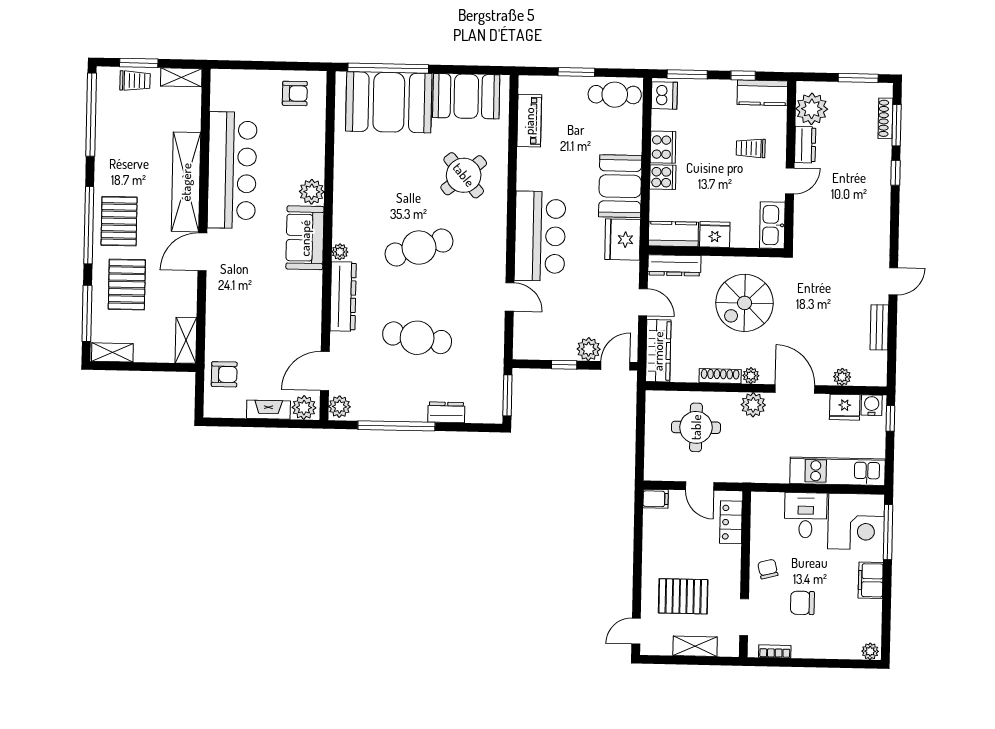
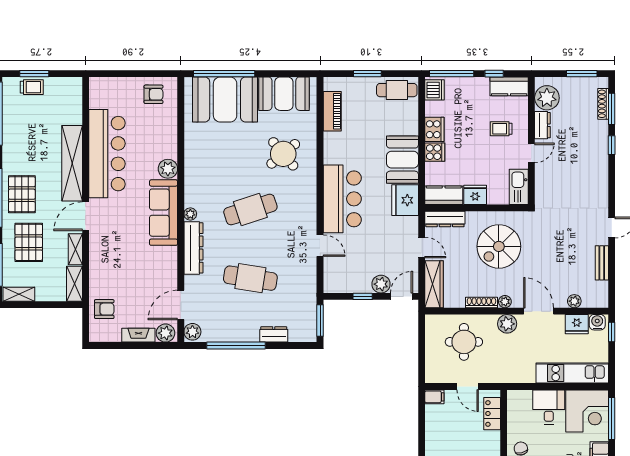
window: (687, 74) -> (452, 74), width x1.44
shelving: (181, 77) -> (75, 249), moved, turned 90
sofa: (305, 238) -> (163, 213), width x1.36

